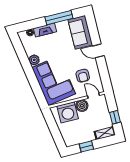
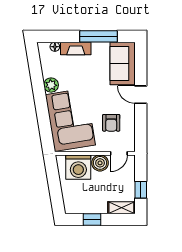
door: (93, 96) -> (119, 153), swing flipped

